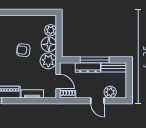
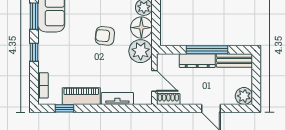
plant: (110, 92) -> (244, 96), moved

